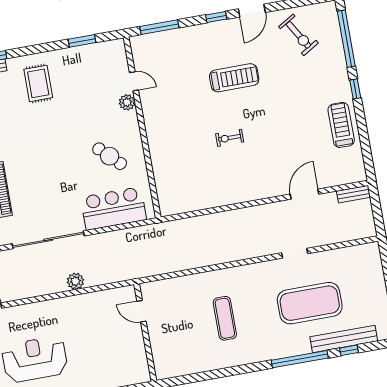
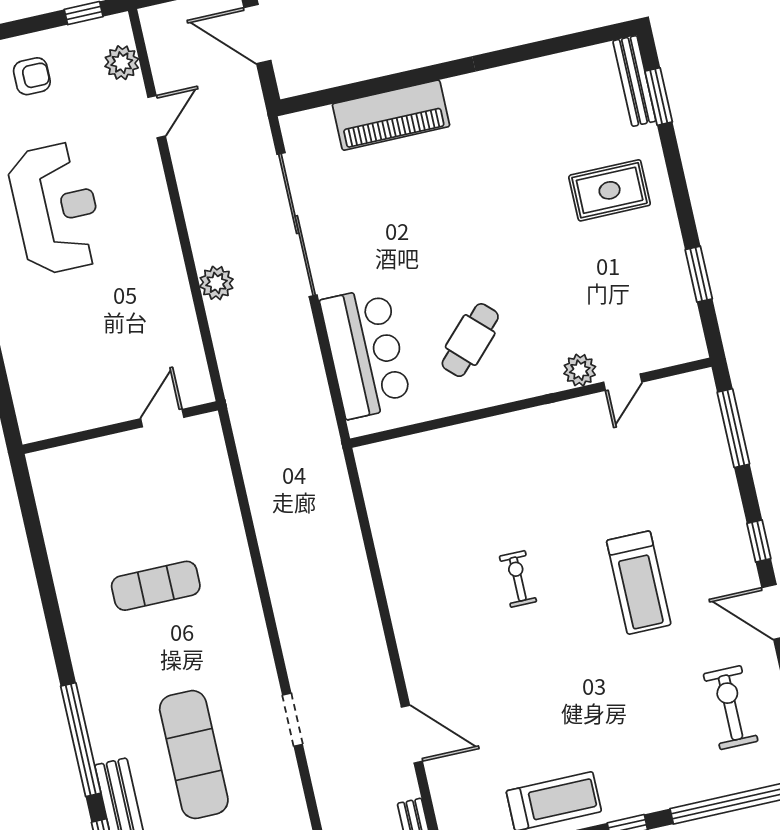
exercise bike: (298, 35) -> (731, 708), turned 121
exercise mat: (310, 303) -> (194, 755), width x0.68

